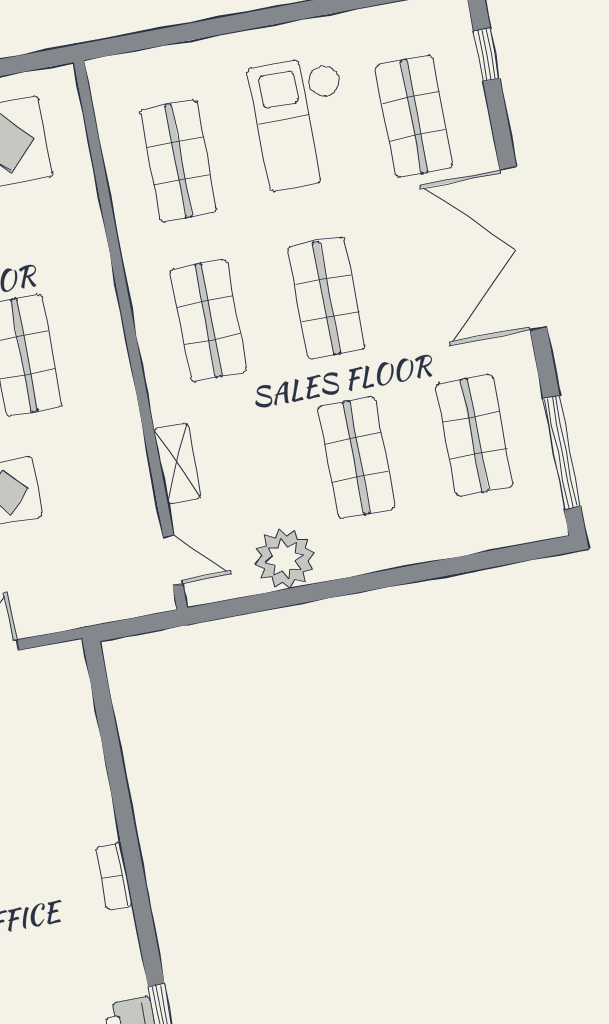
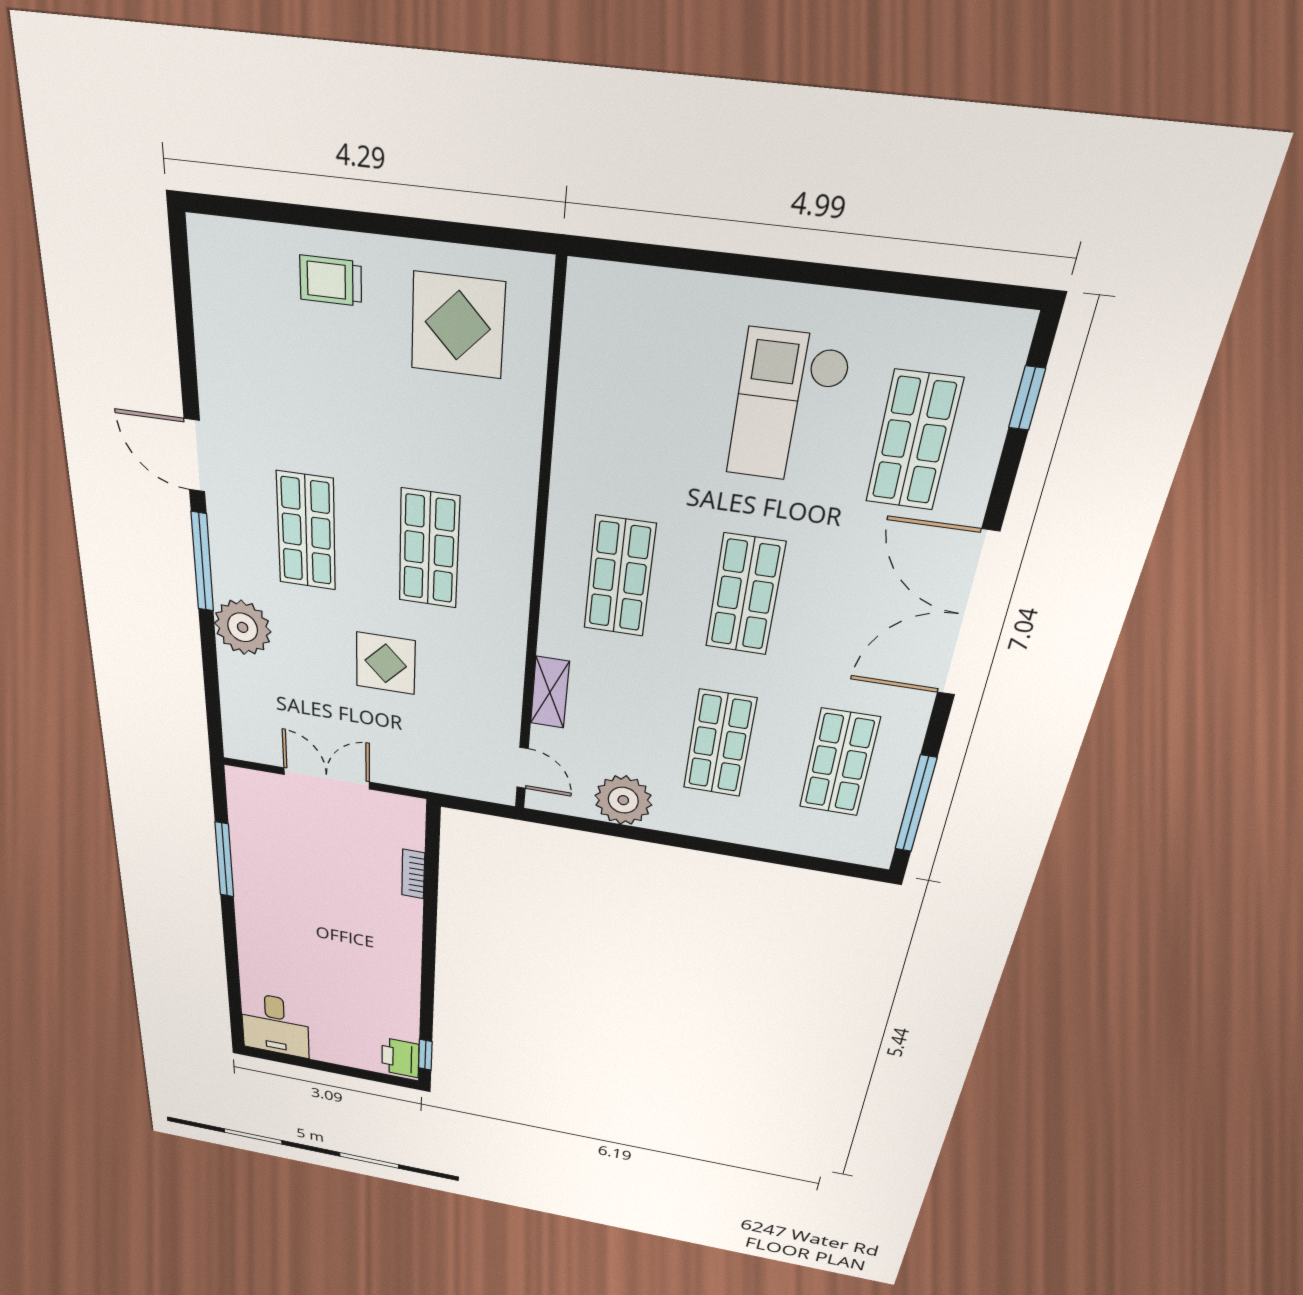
shop shelf: (178, 161) -> (639, 406), removed
bookcase: (114, 876) -> (413, 874), moved

